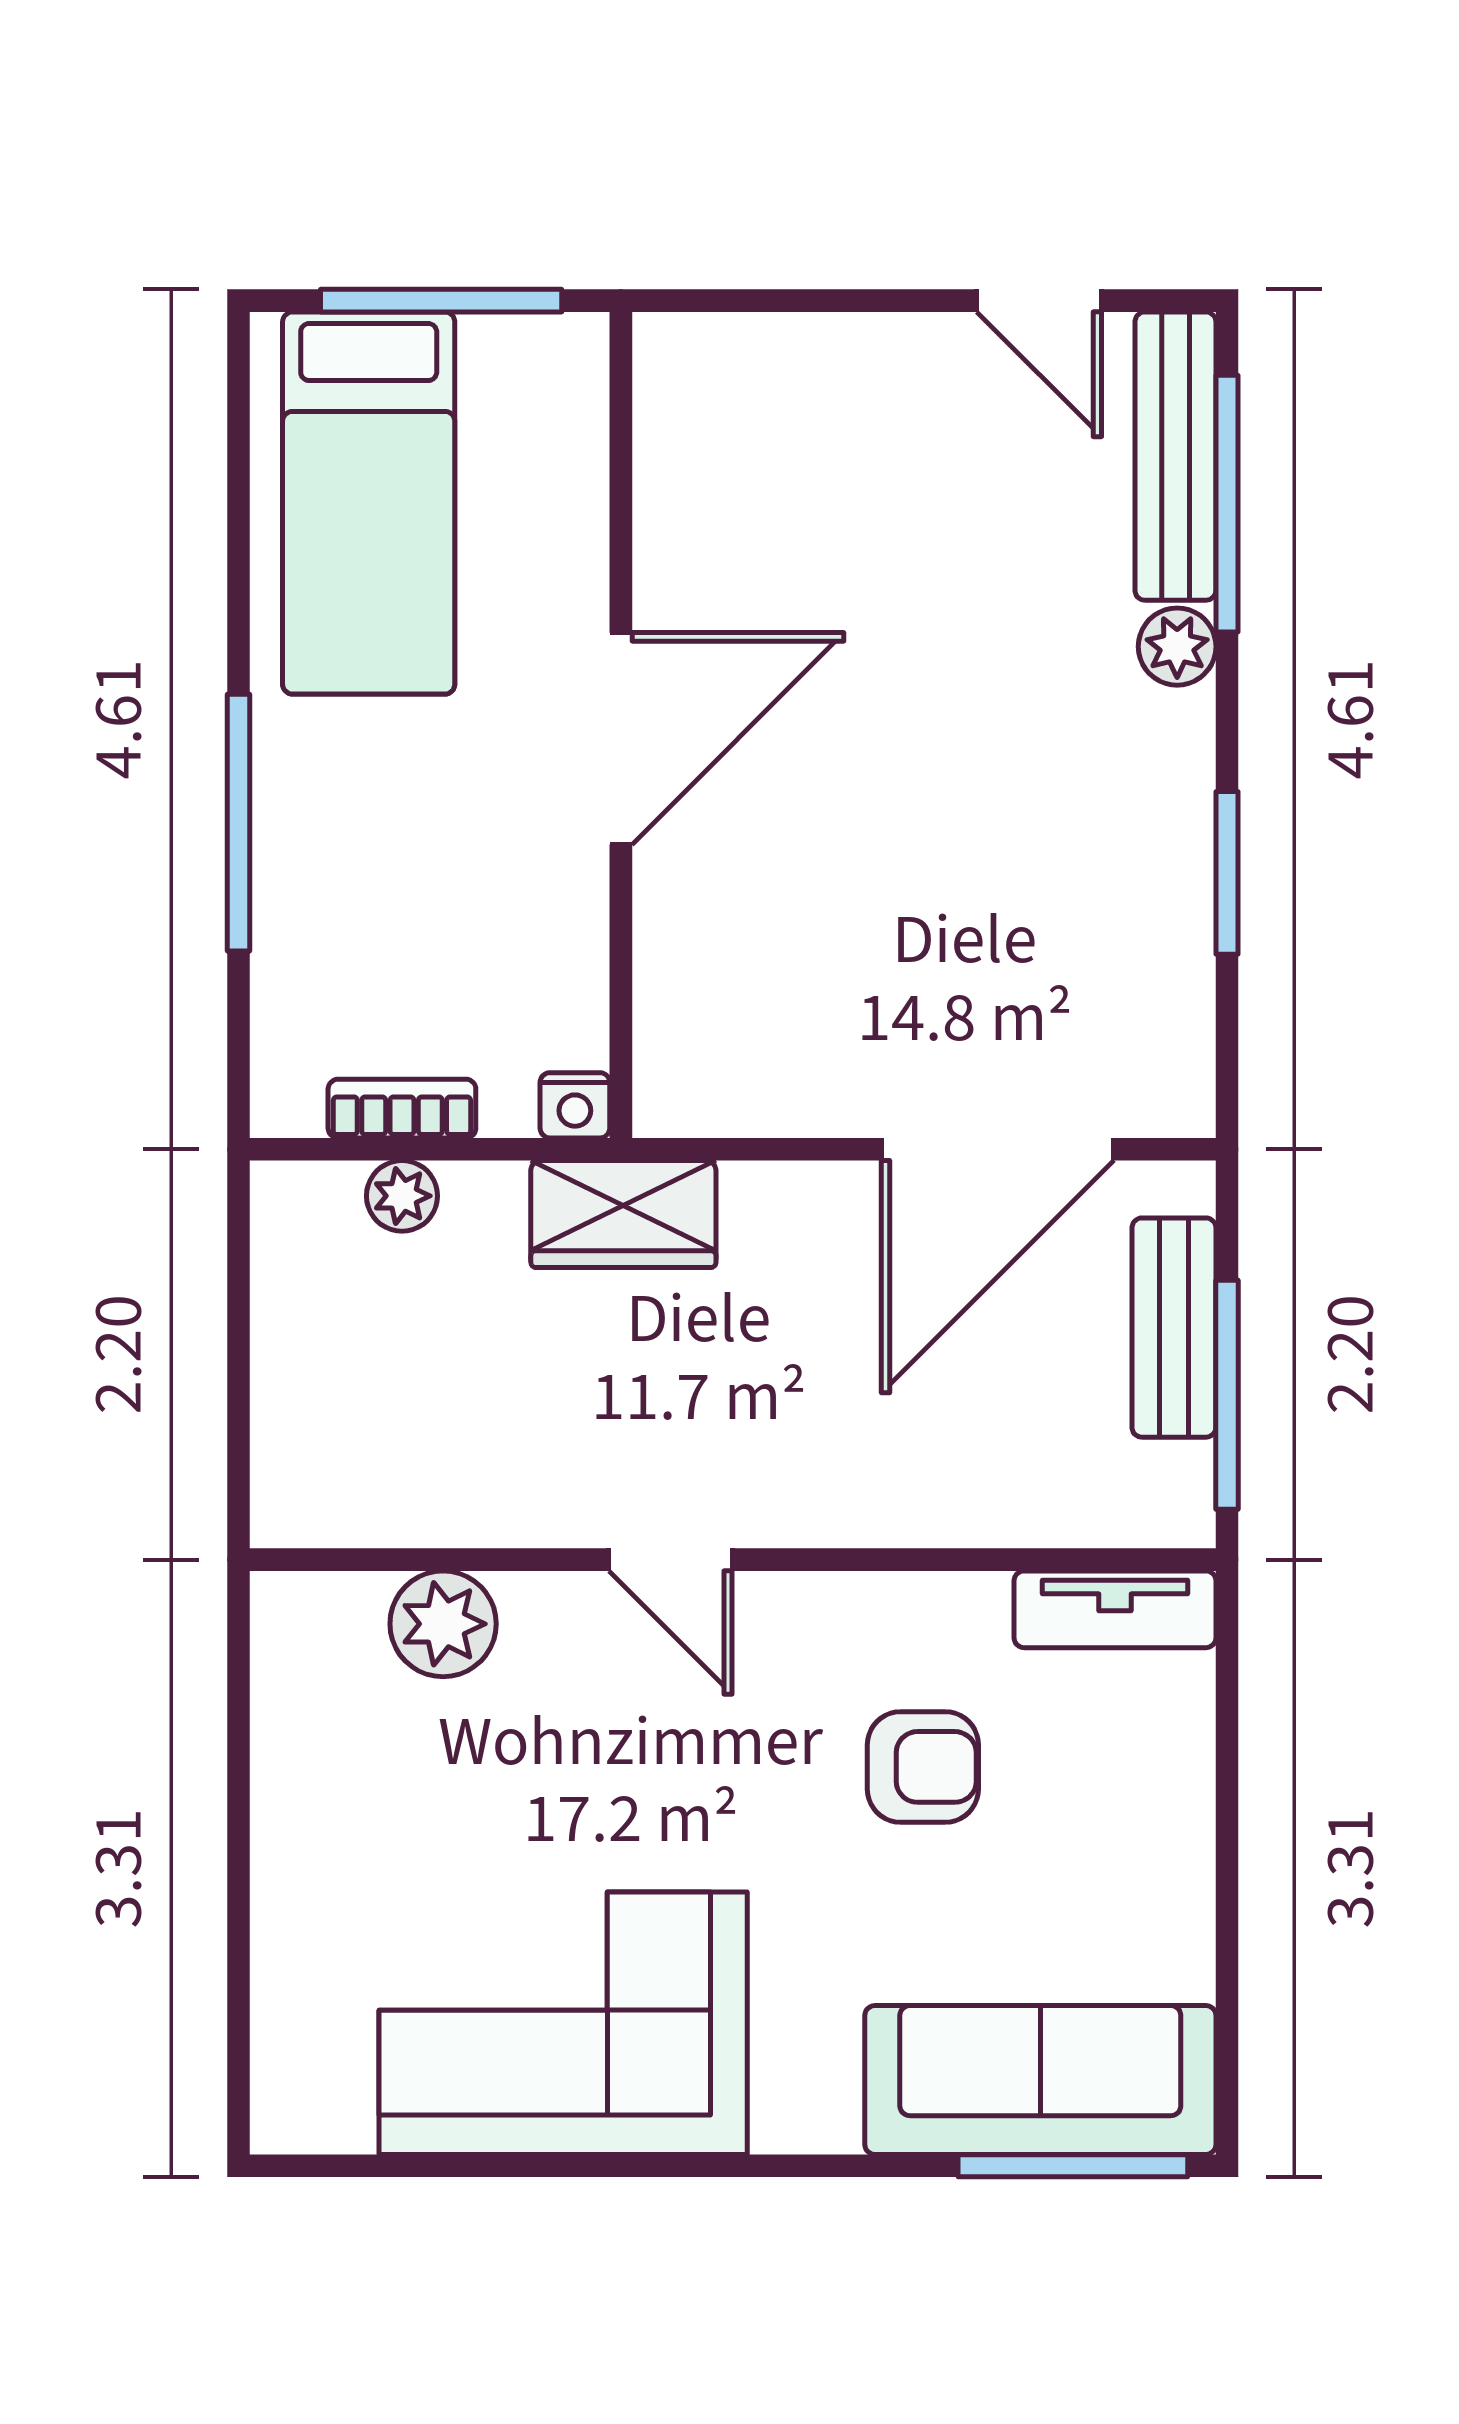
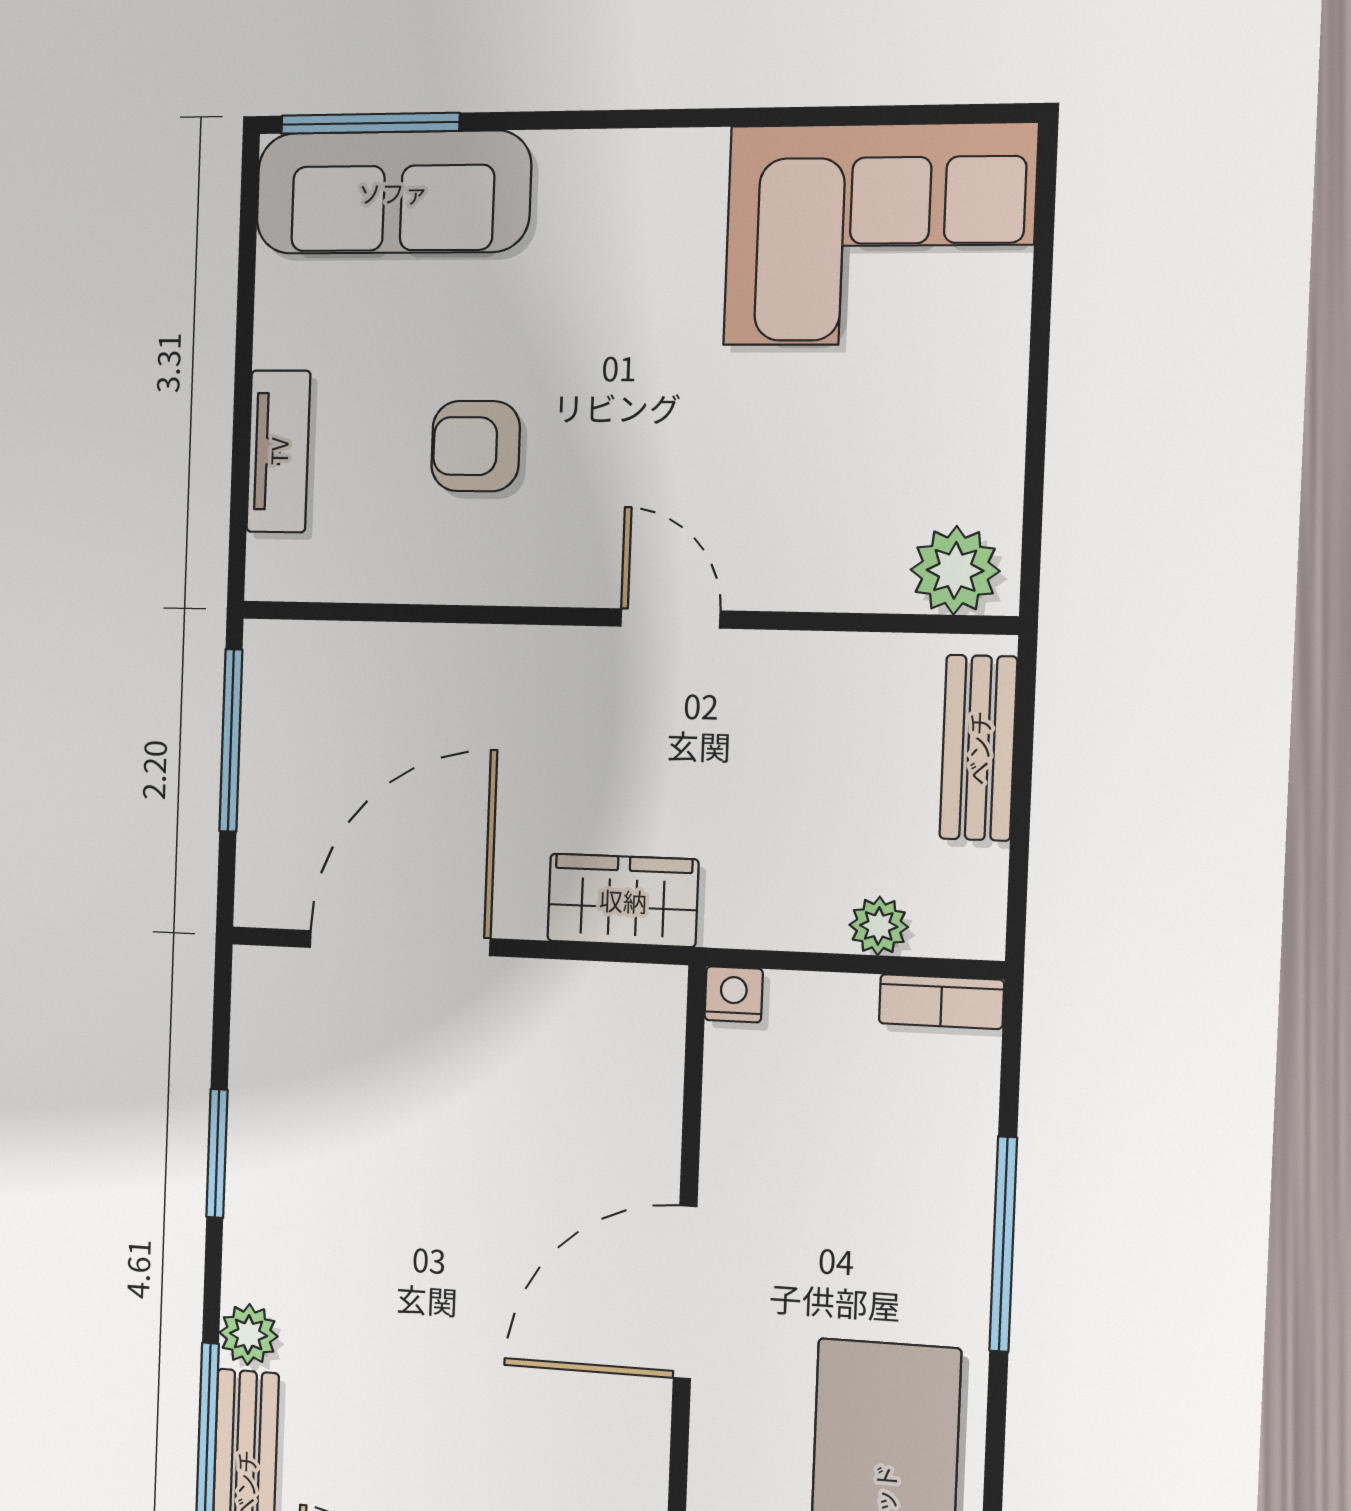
bookcase: (402, 1109) -> (941, 1002), moved
wardrobe: (623, 1214) -> (623, 900), moved
bench: (1174, 1328) -> (978, 748), moved
tv unit: (1115, 1609) -> (278, 451), moved, turned 90
plant: (443, 1624) -> (955, 570), moved
corner sofa: (563, 2023) -> (879, 235), moved

